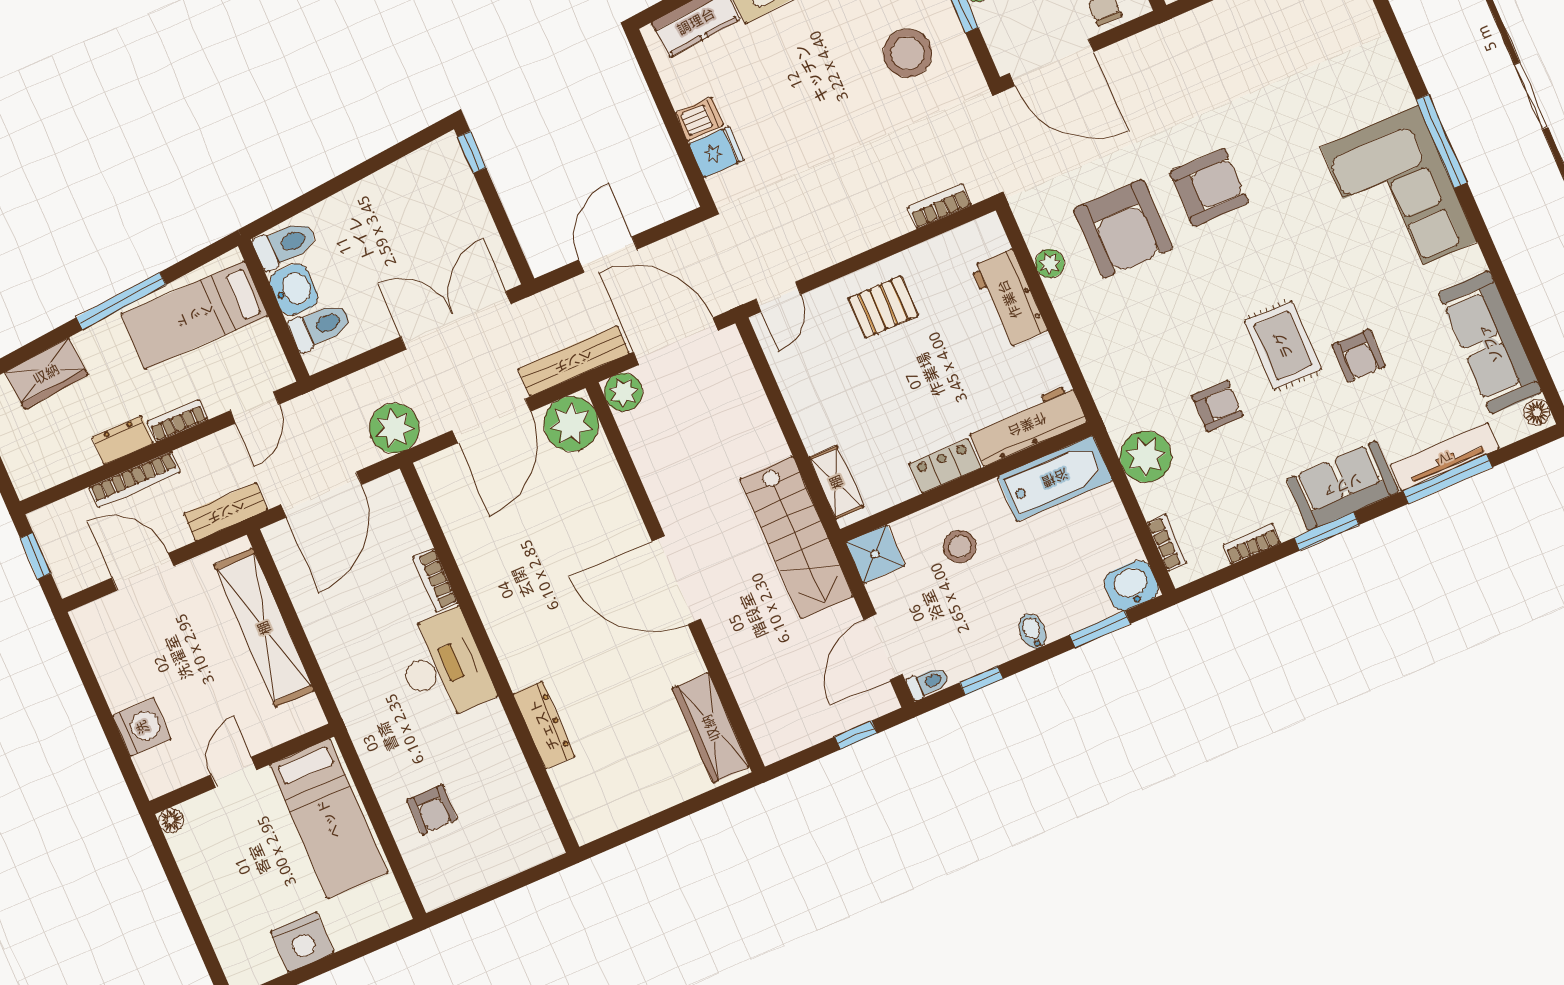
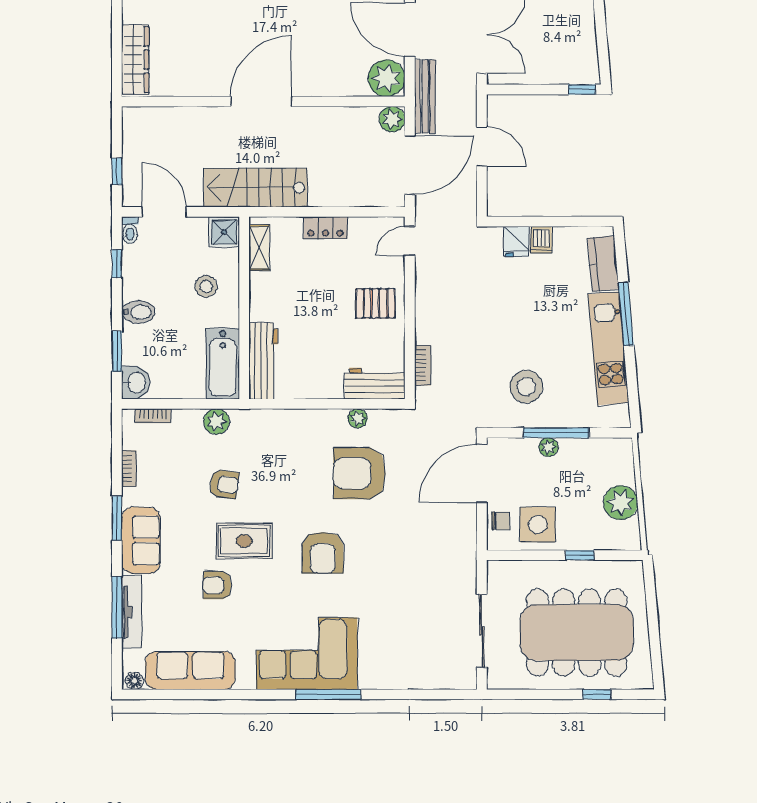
armchair: (1209, 187) -> (323, 553), moved
door: (778, 297) -> (410, 241), hinge flipped
workbench: (1009, 299) -> (375, 384), moved
pallet: (883, 307) -> (375, 303), turned 90
armchair: (1218, 406) -> (224, 484), turned -82
plant: (1146, 457) -> (216, 421), width x0.73, depth x0.73
locker: (945, 466) -> (325, 228), moved, turned 90
shelving: (836, 482) -> (259, 248), moved, turned 90
bidet: (1033, 631) -> (138, 312), width x1.38, depth x1.36
wardrobe: (711, 728) -> (135, 60), moved, turned 90

